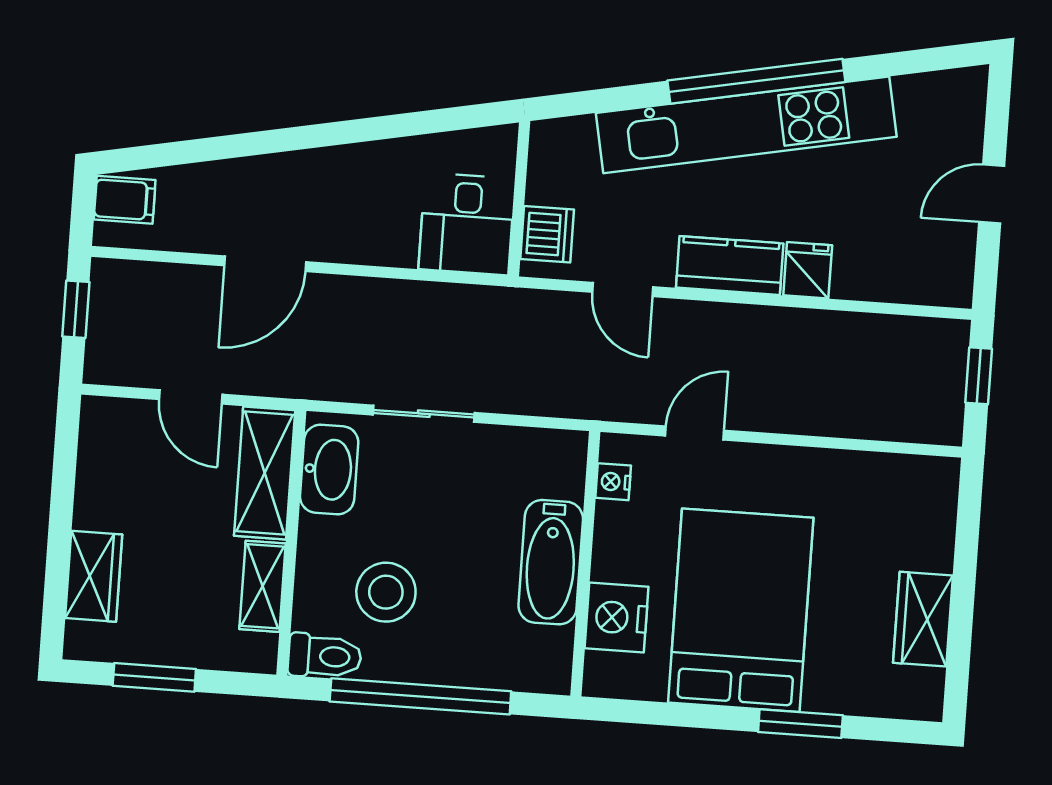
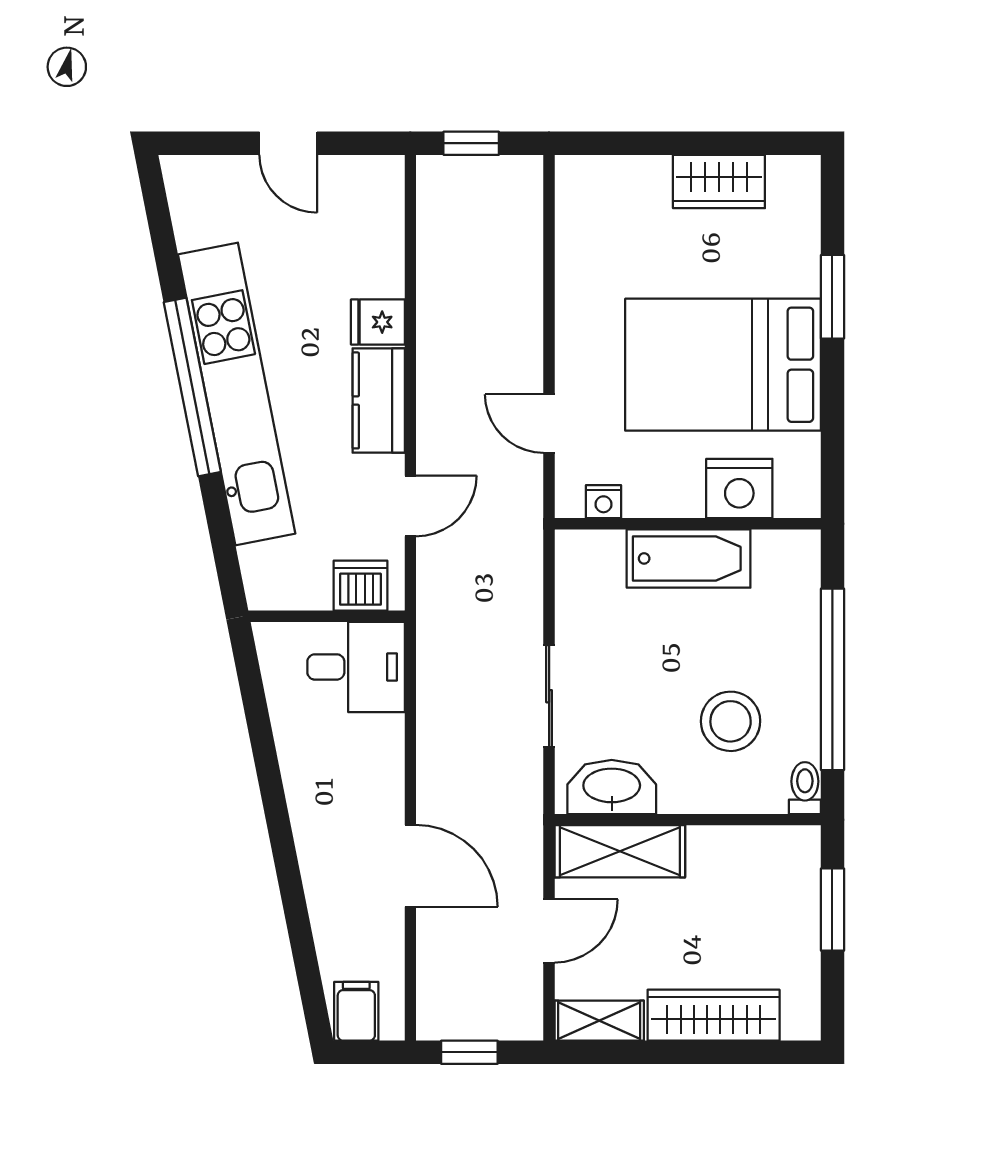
wardrobe: (94, 576) -> (714, 1015), width x1.50
shelving: (263, 586) -> (599, 1021), moved
toilet: (325, 656) -> (805, 788), width x0.73, depth x0.72
window: (154, 677) -> (832, 910), moved

